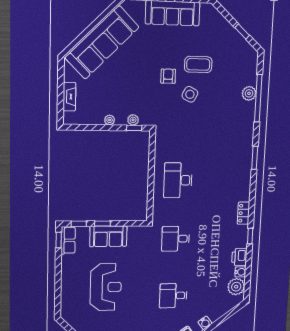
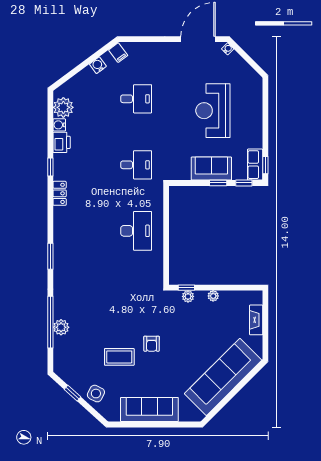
side table: (190, 94) -> (96, 394), moved

